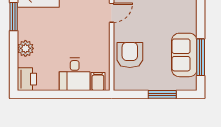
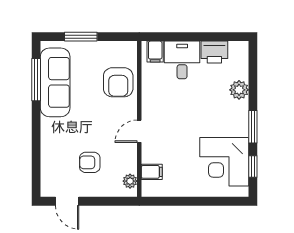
sofa: (184, 55) -> (55, 82), width x1.36
printer: (27, 79) -> (214, 52), moved, turned -90

